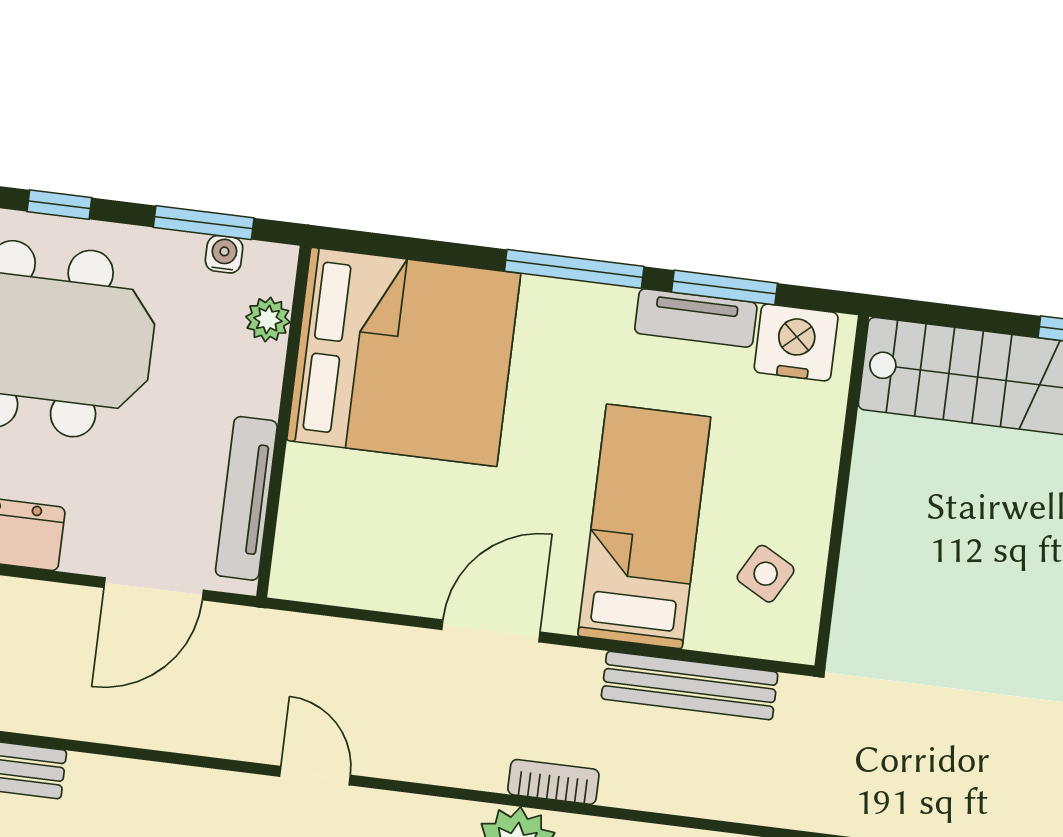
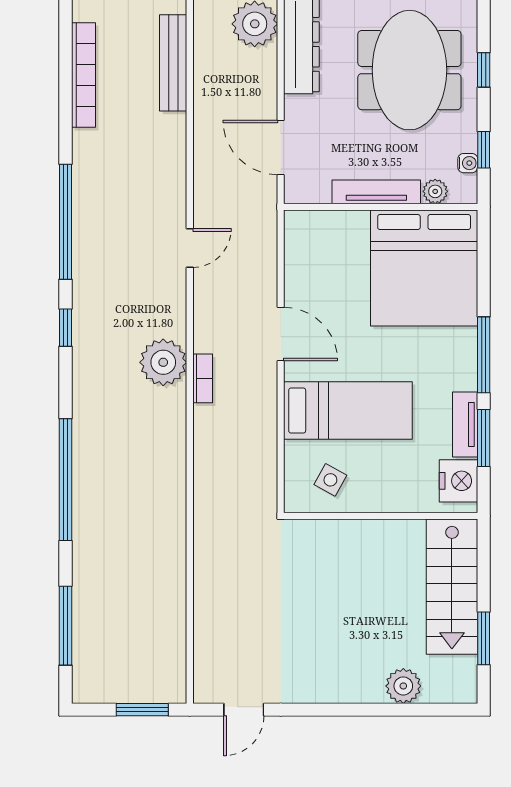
window: (204, 223) -> (484, 150), width x0.67
tv unit: (246, 498) -> (376, 192), moved
bench: (690, 685) -> (264, 446), removed

